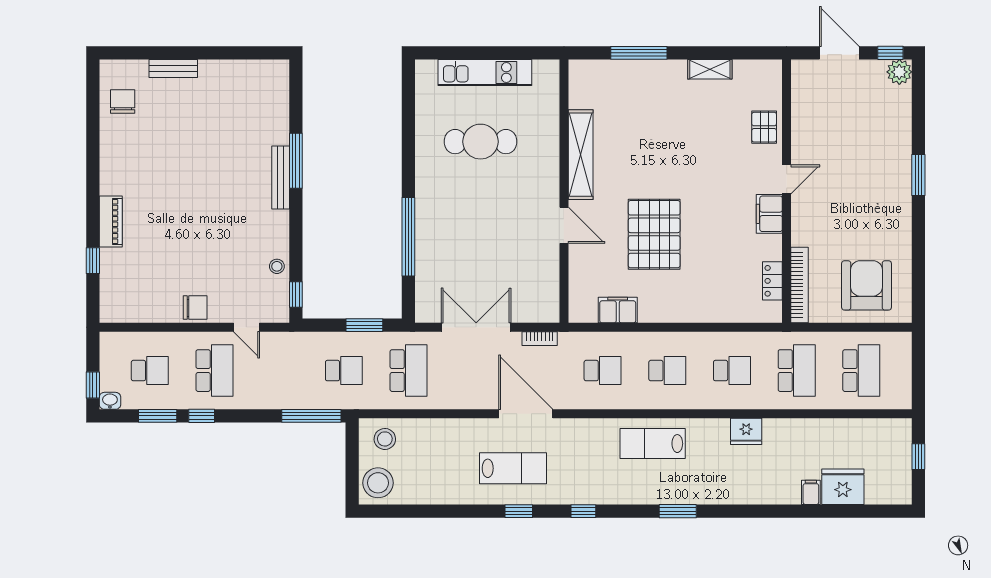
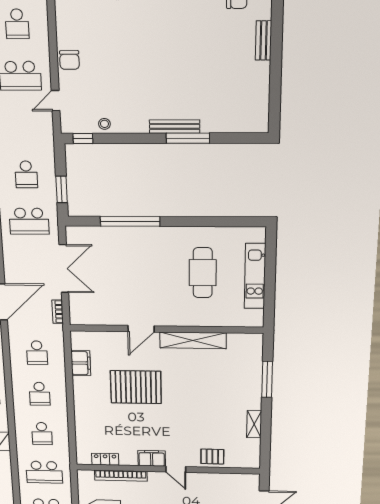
bookcase: (799, 285) -> (121, 476), moved

